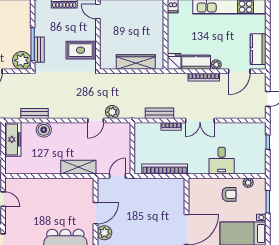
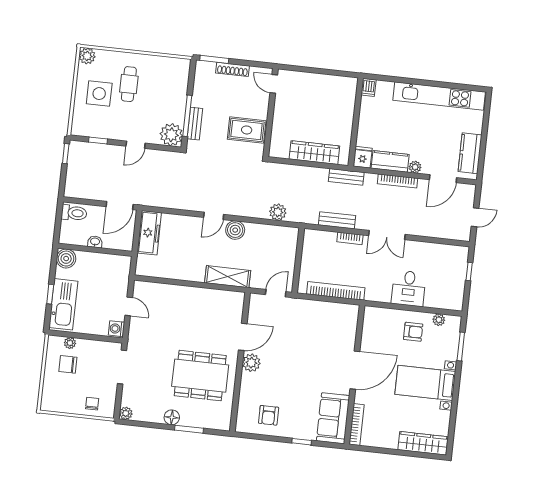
bench: (34, 114) -> (346, 177), moved
door: (96, 121) -> (214, 216), moved
boiler: (44, 130) -> (235, 230), moved

